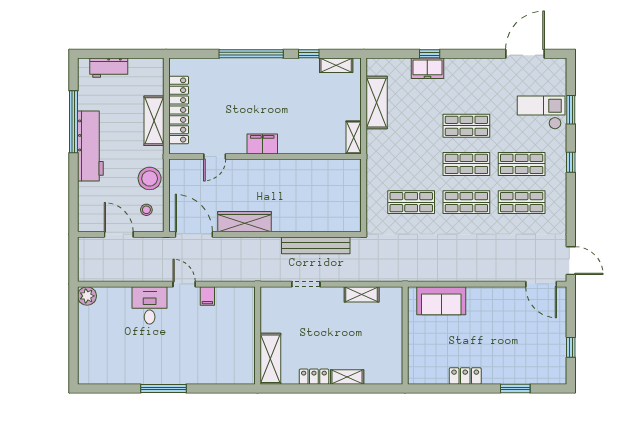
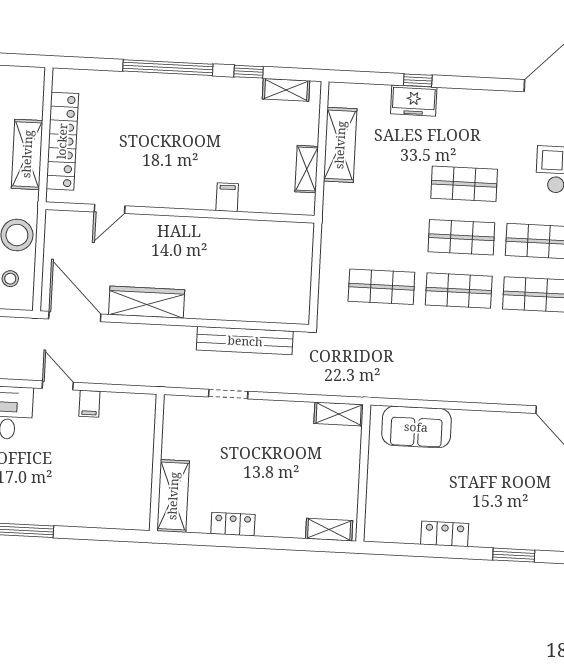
shelving: (354, 137) -> (307, 169), moved
filing cabinet: (262, 144) -> (227, 197), moved, width x0.50
shelving: (362, 294) -> (339, 414), moved
shelving: (347, 377) -> (329, 530), moved

